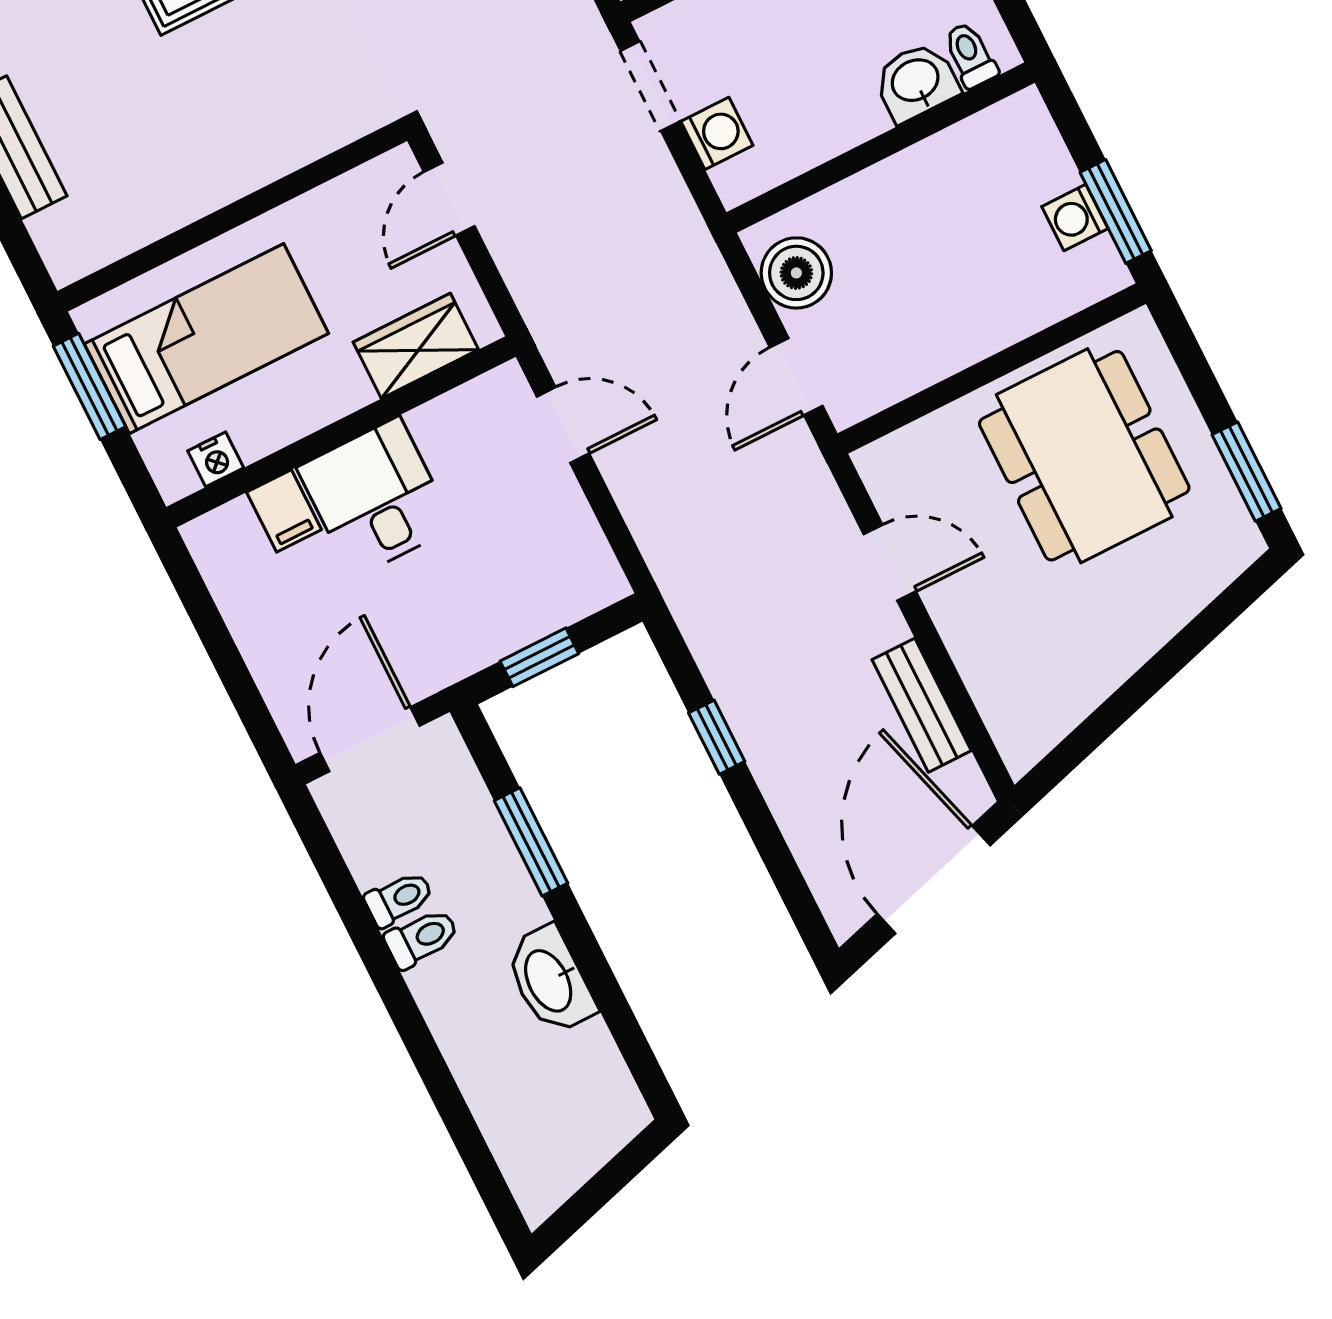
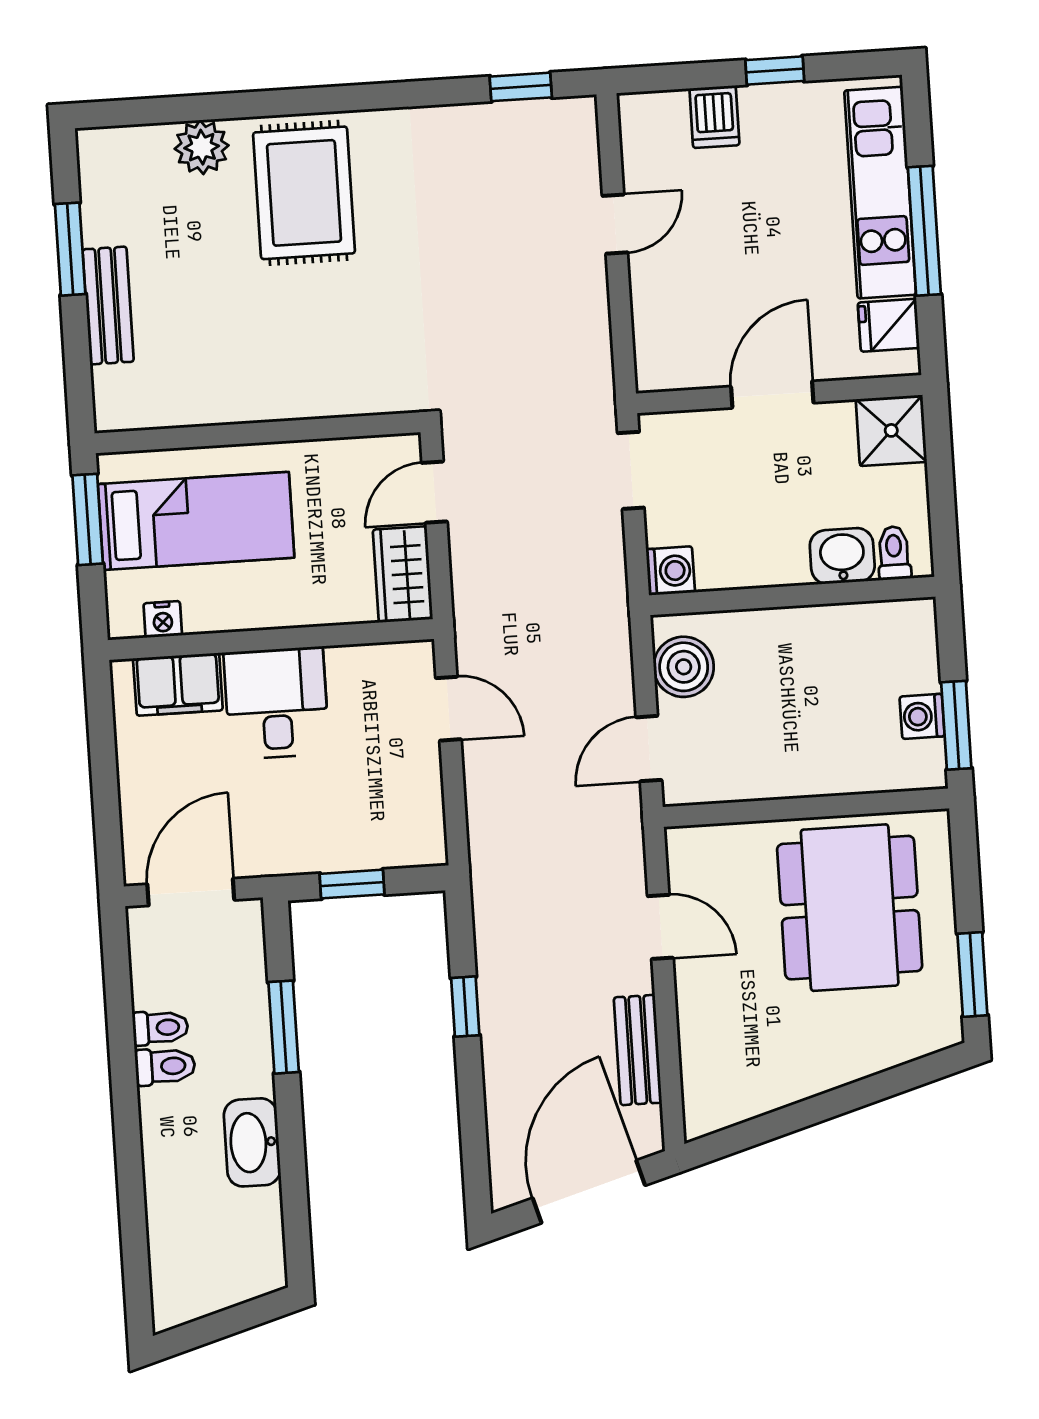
washing machine: (717, 133) -> (670, 571), moved
wardrobe: (416, 346) -> (403, 574), moved, turned -90
filing cabinet: (284, 511) -> (178, 684), width x2.00

